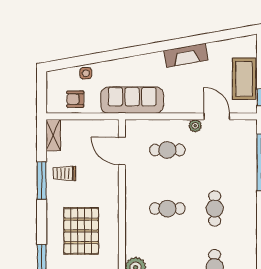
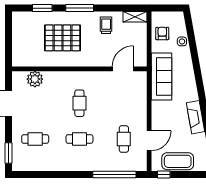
plant: (195, 126) -> (142, 124), removed
cafe table: (167, 150) -> (124, 139), moved
window: (42, 181) -> (80, 8), moved

